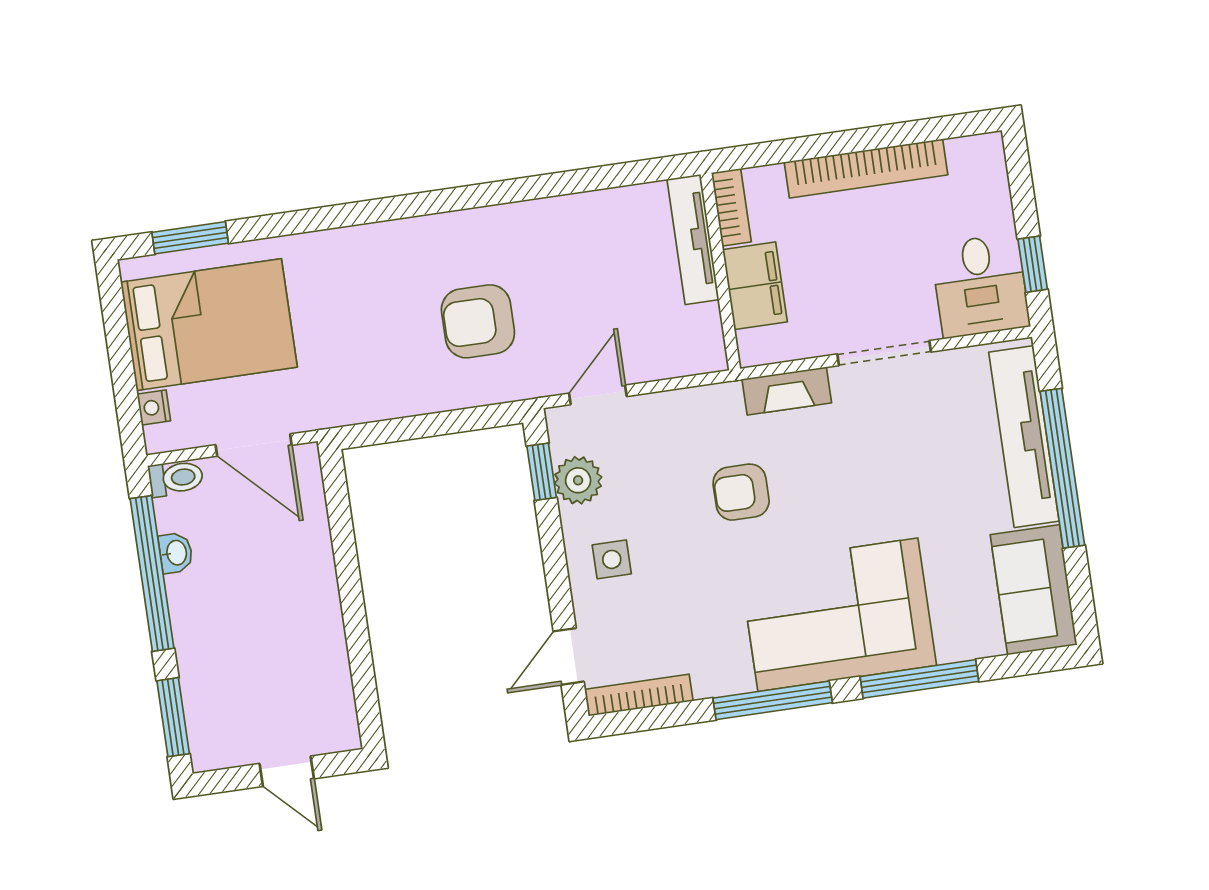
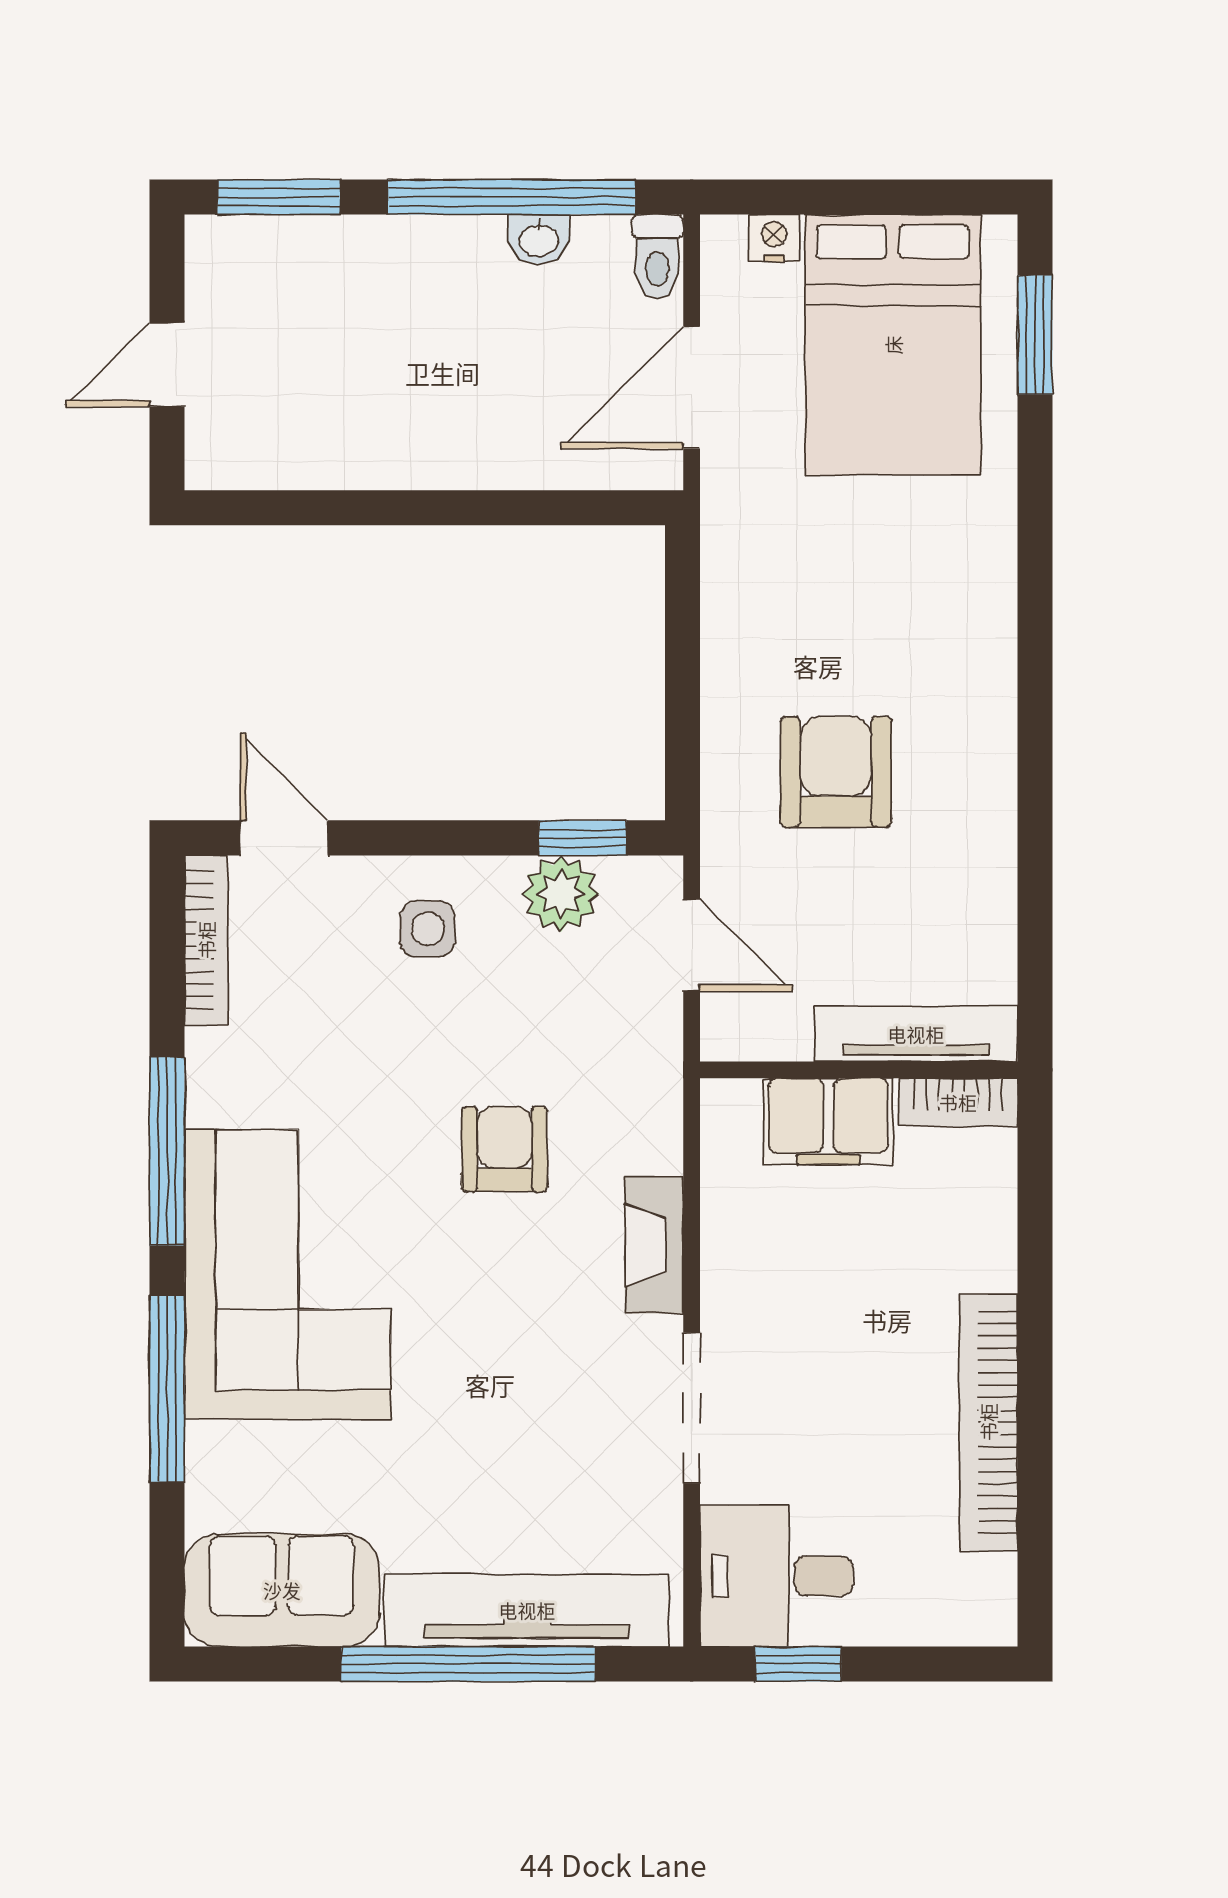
bookcase: (731, 207) -> (958, 1102), moved
tv unit: (693, 239) -> (916, 1034), moved
wall: (720, 272) -> (859, 1070), moved
filing cabinet: (755, 286) -> (828, 1121), moved

